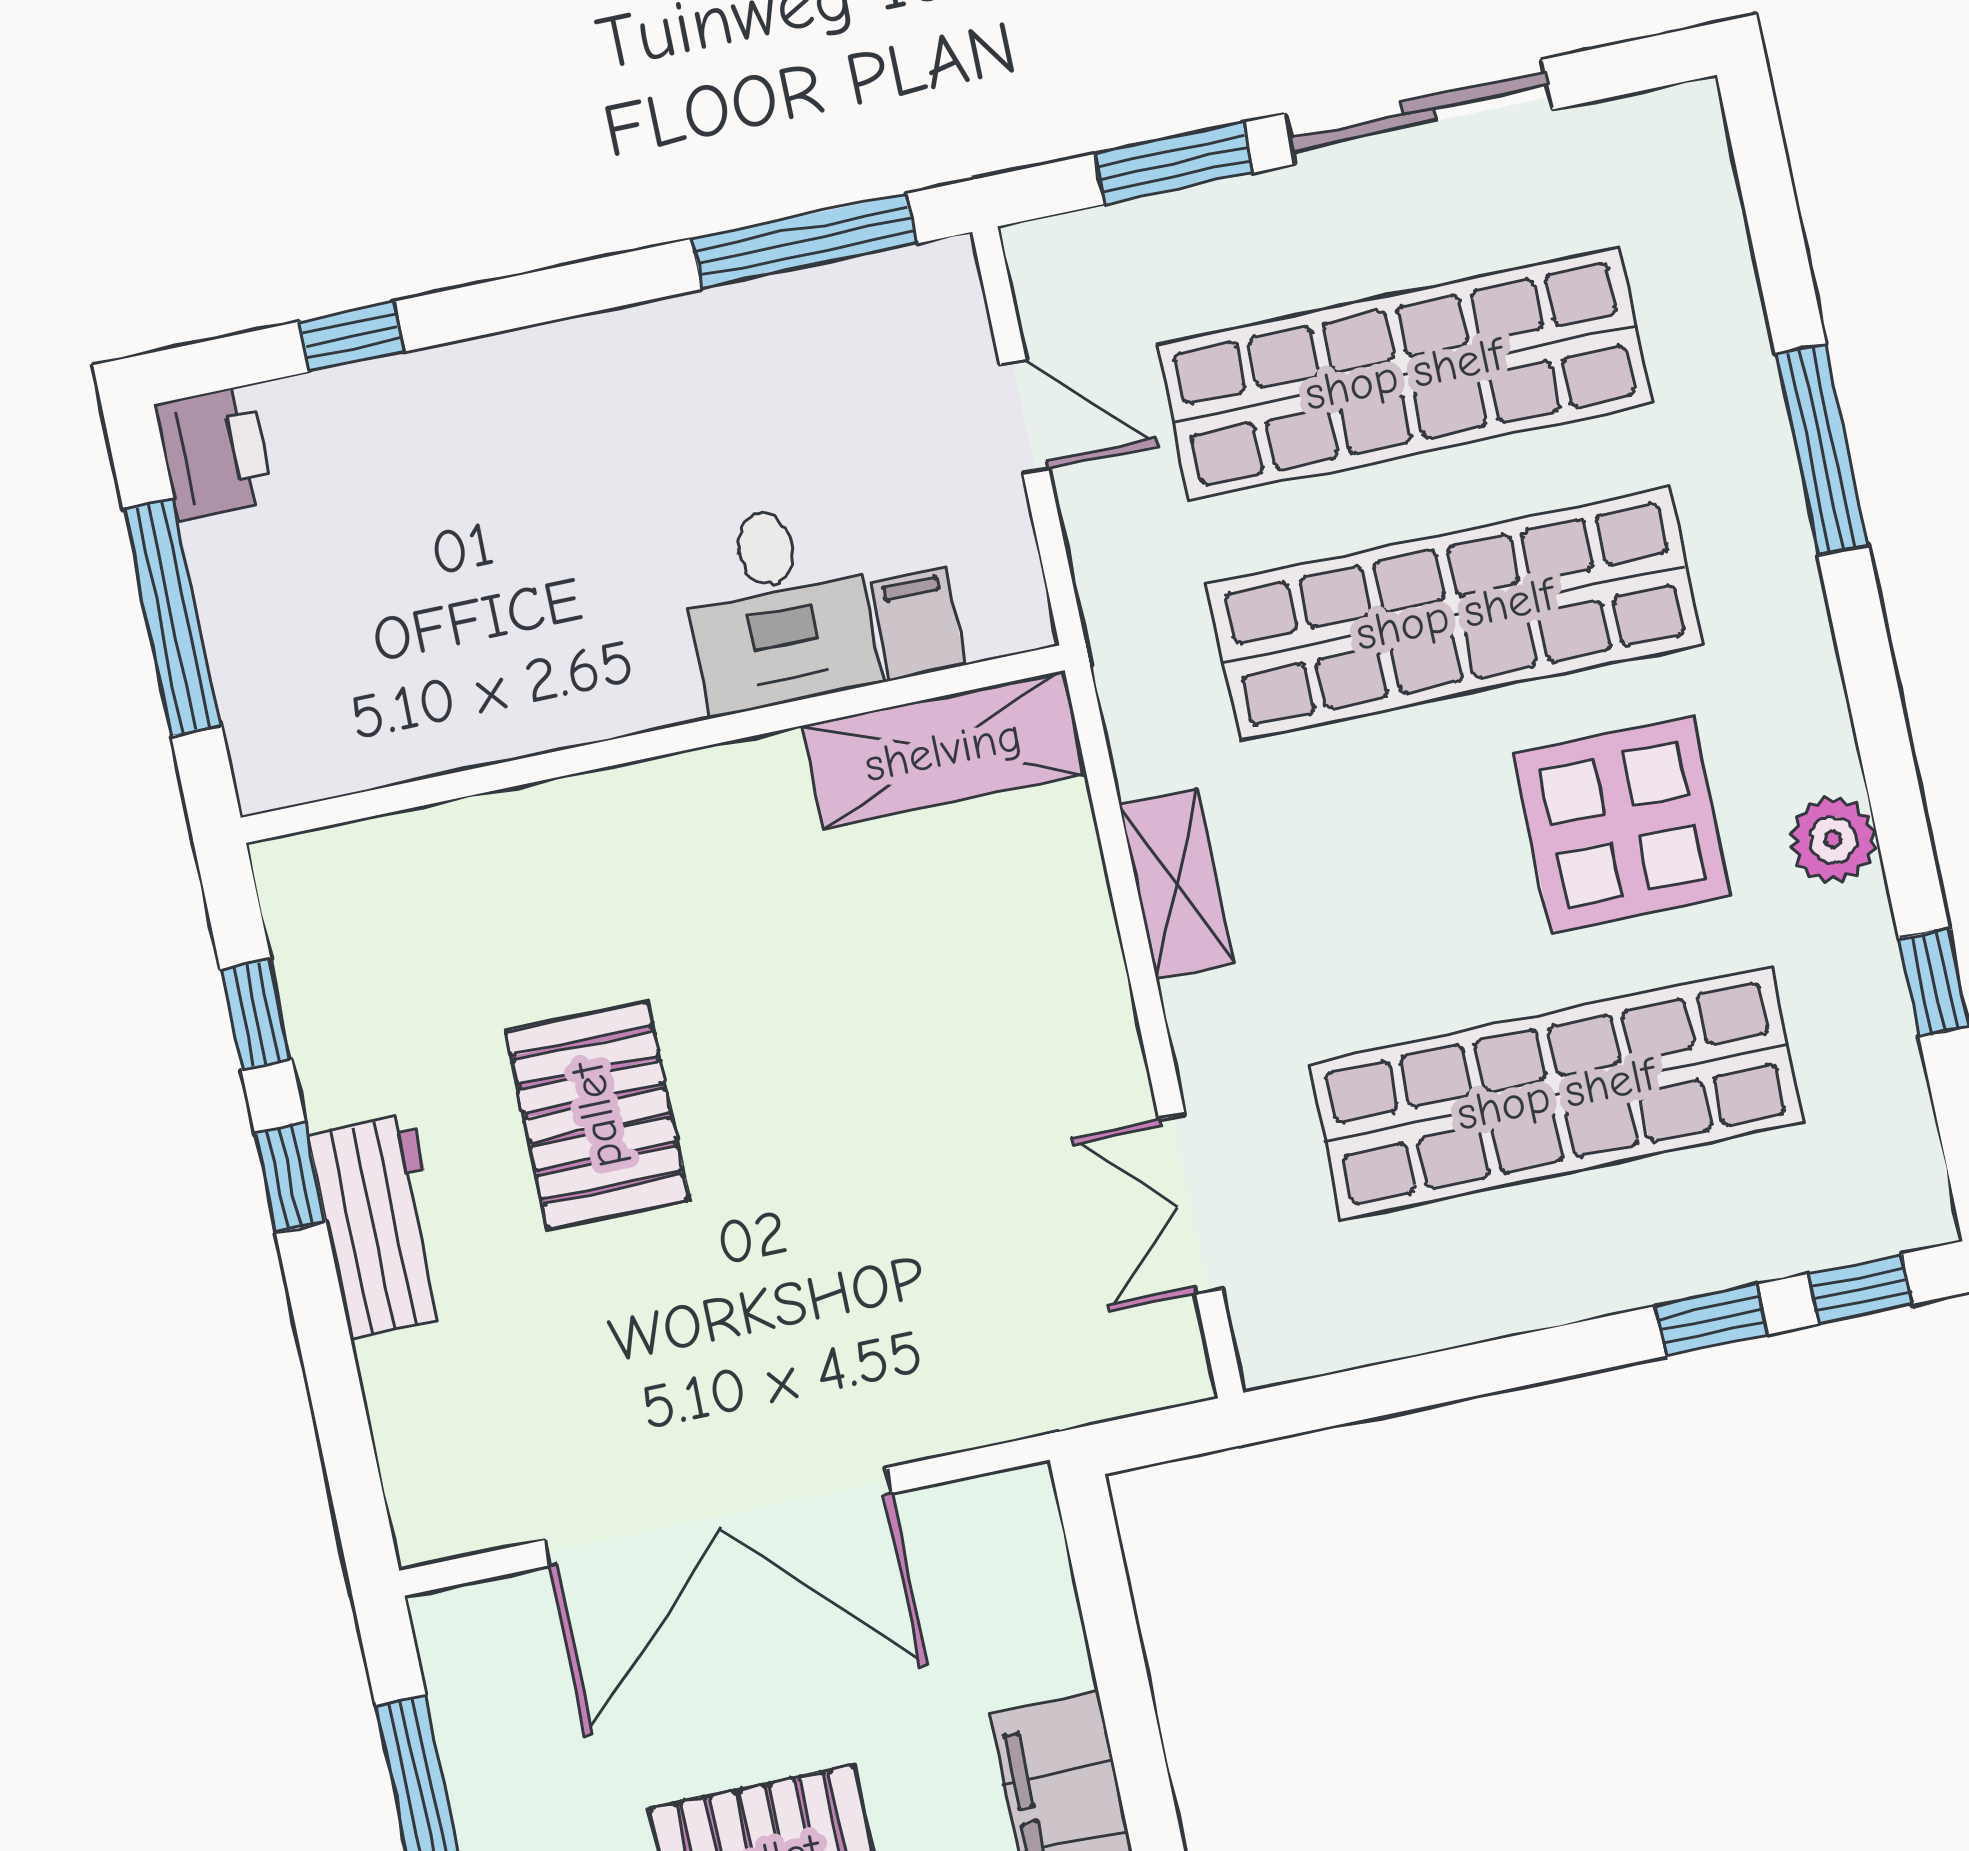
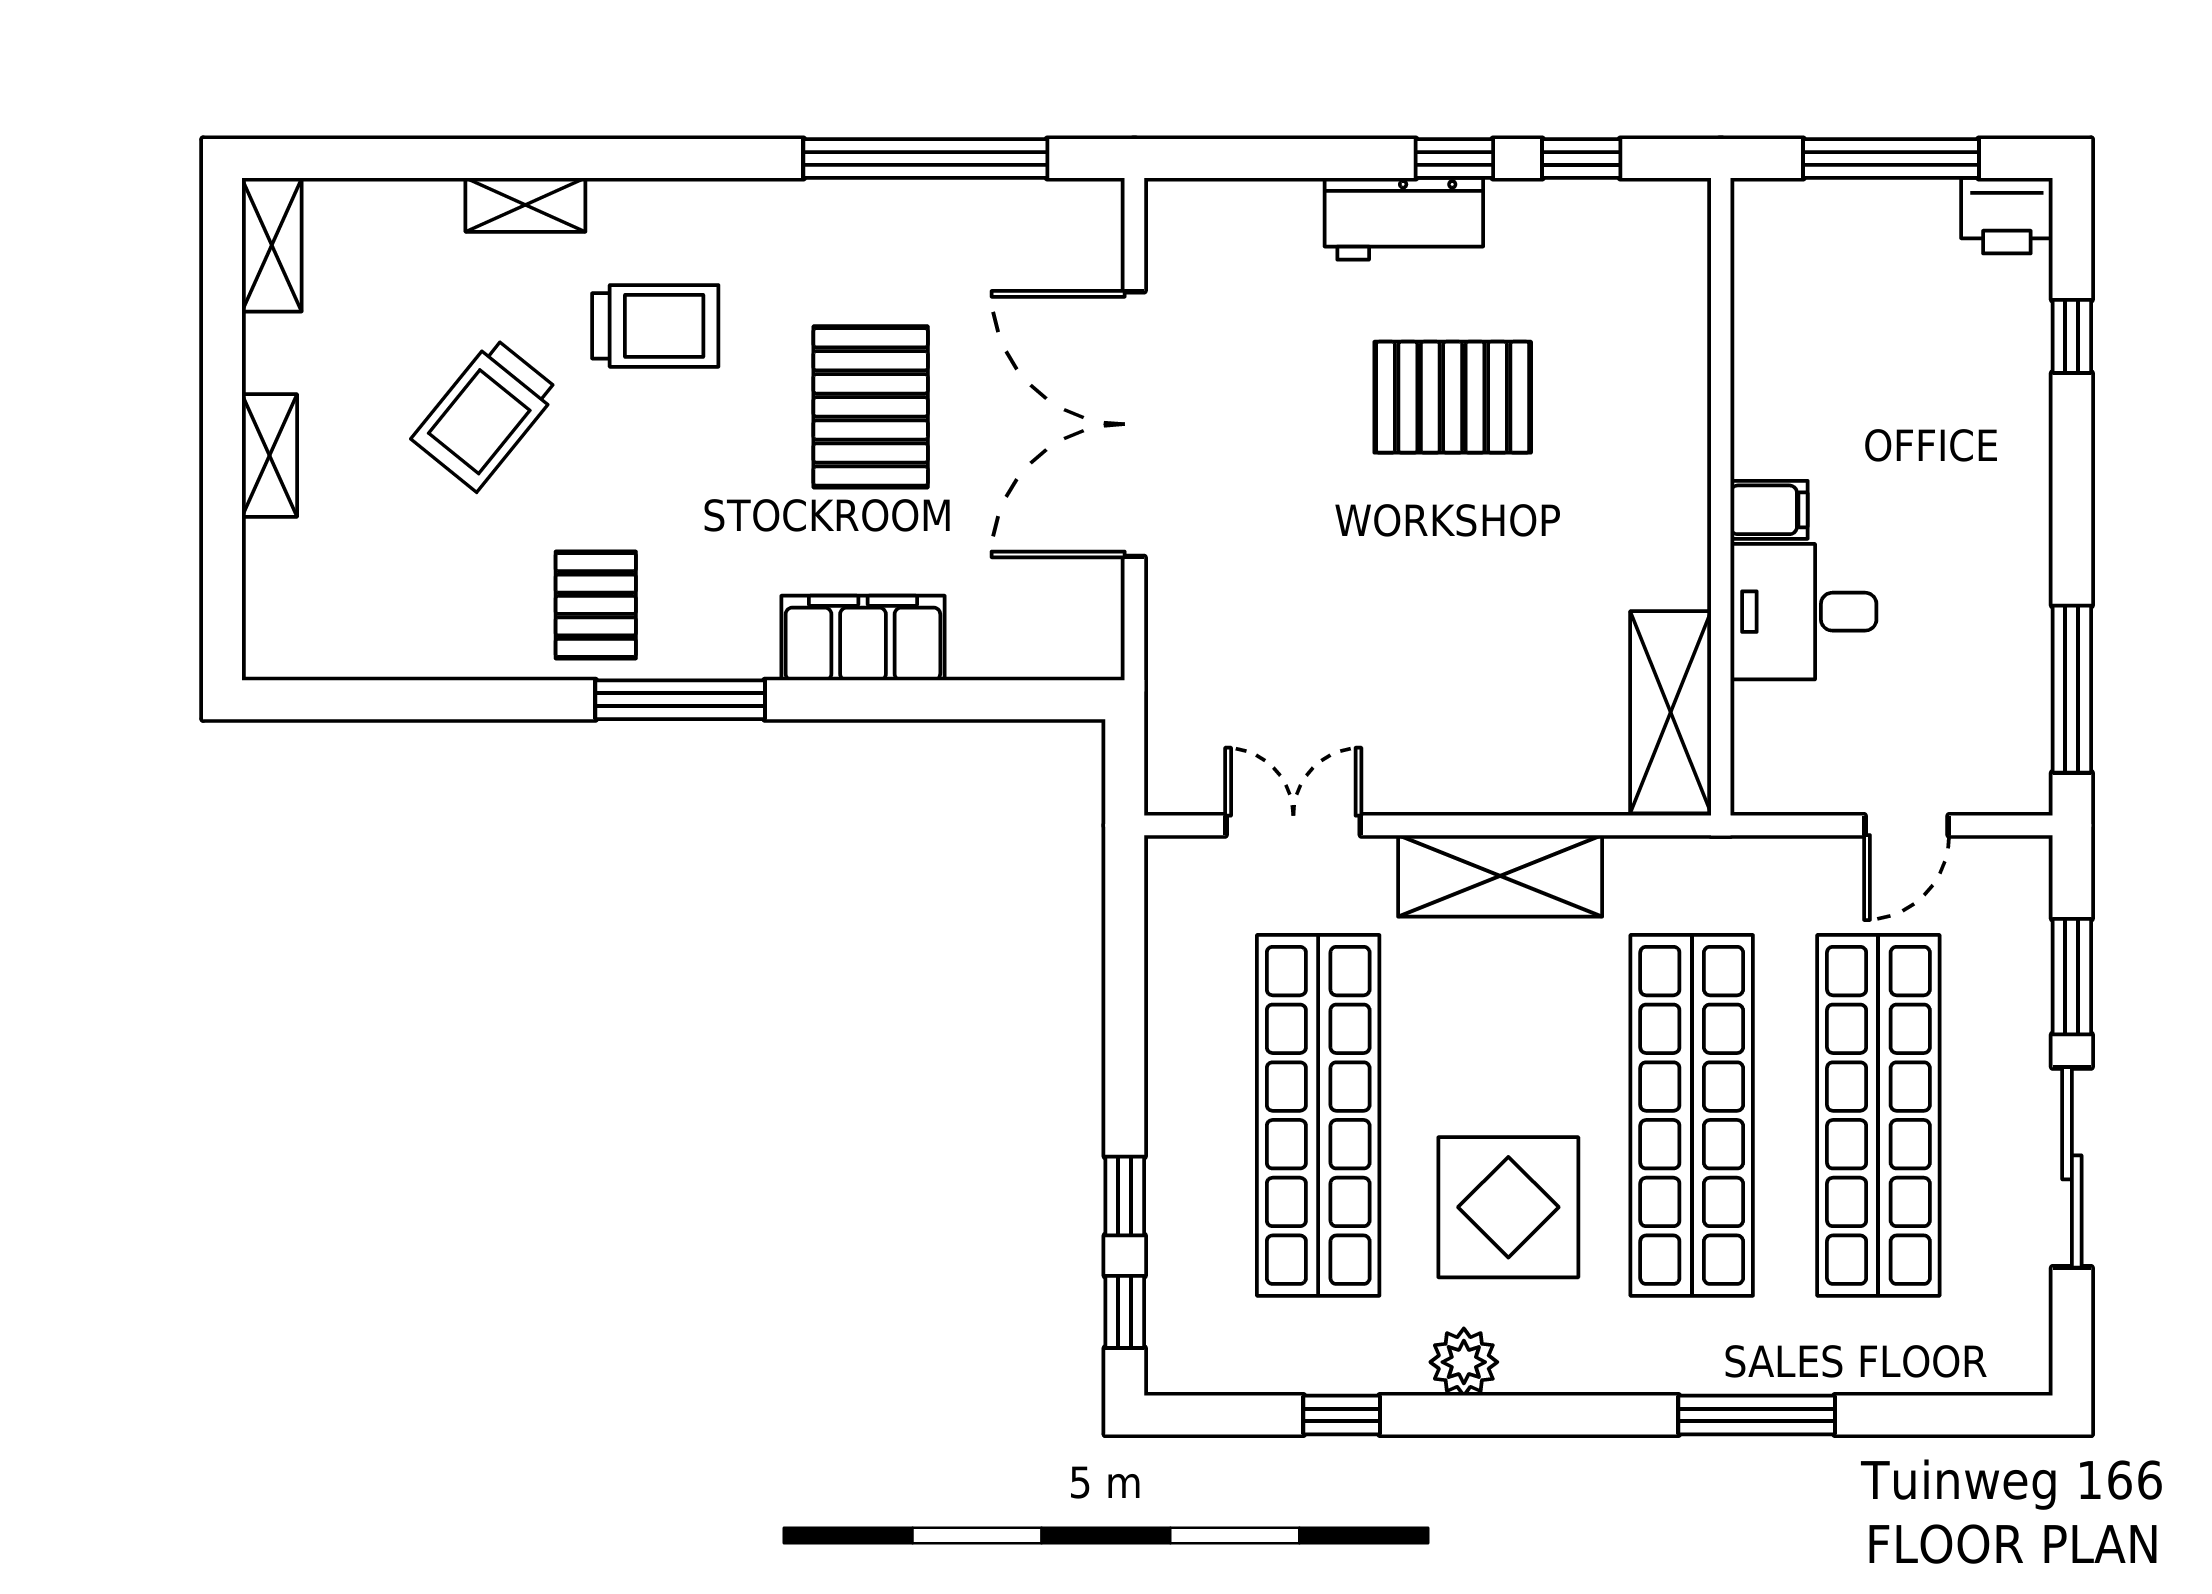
filing cabinet: (918, 623) -> (1769, 510), moved
shelving: (1177, 884) -> (1500, 876), width x1.50, depth x1.33

